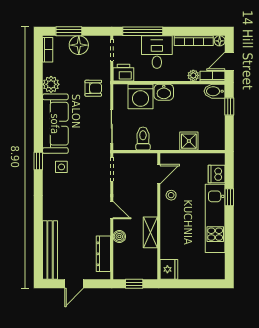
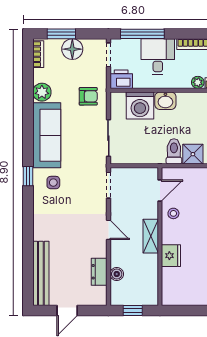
toilet: (143, 139) -> (174, 151), moved
shelving: (150, 232) -> (151, 236), moved
boiler: (119, 237) -> (117, 274), moved
dresser: (103, 254) -> (99, 272), width x0.70
fridge: (169, 269) -> (171, 256), moved

